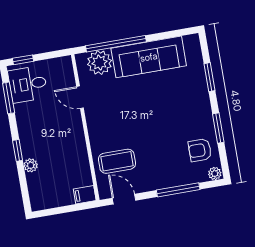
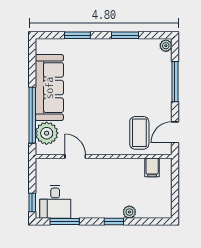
door: (80, 97) -> (75, 156), swing flipped
armchair: (200, 150) -> (142, 56), removed
filing cabinet: (85, 195) -> (152, 167), moved

